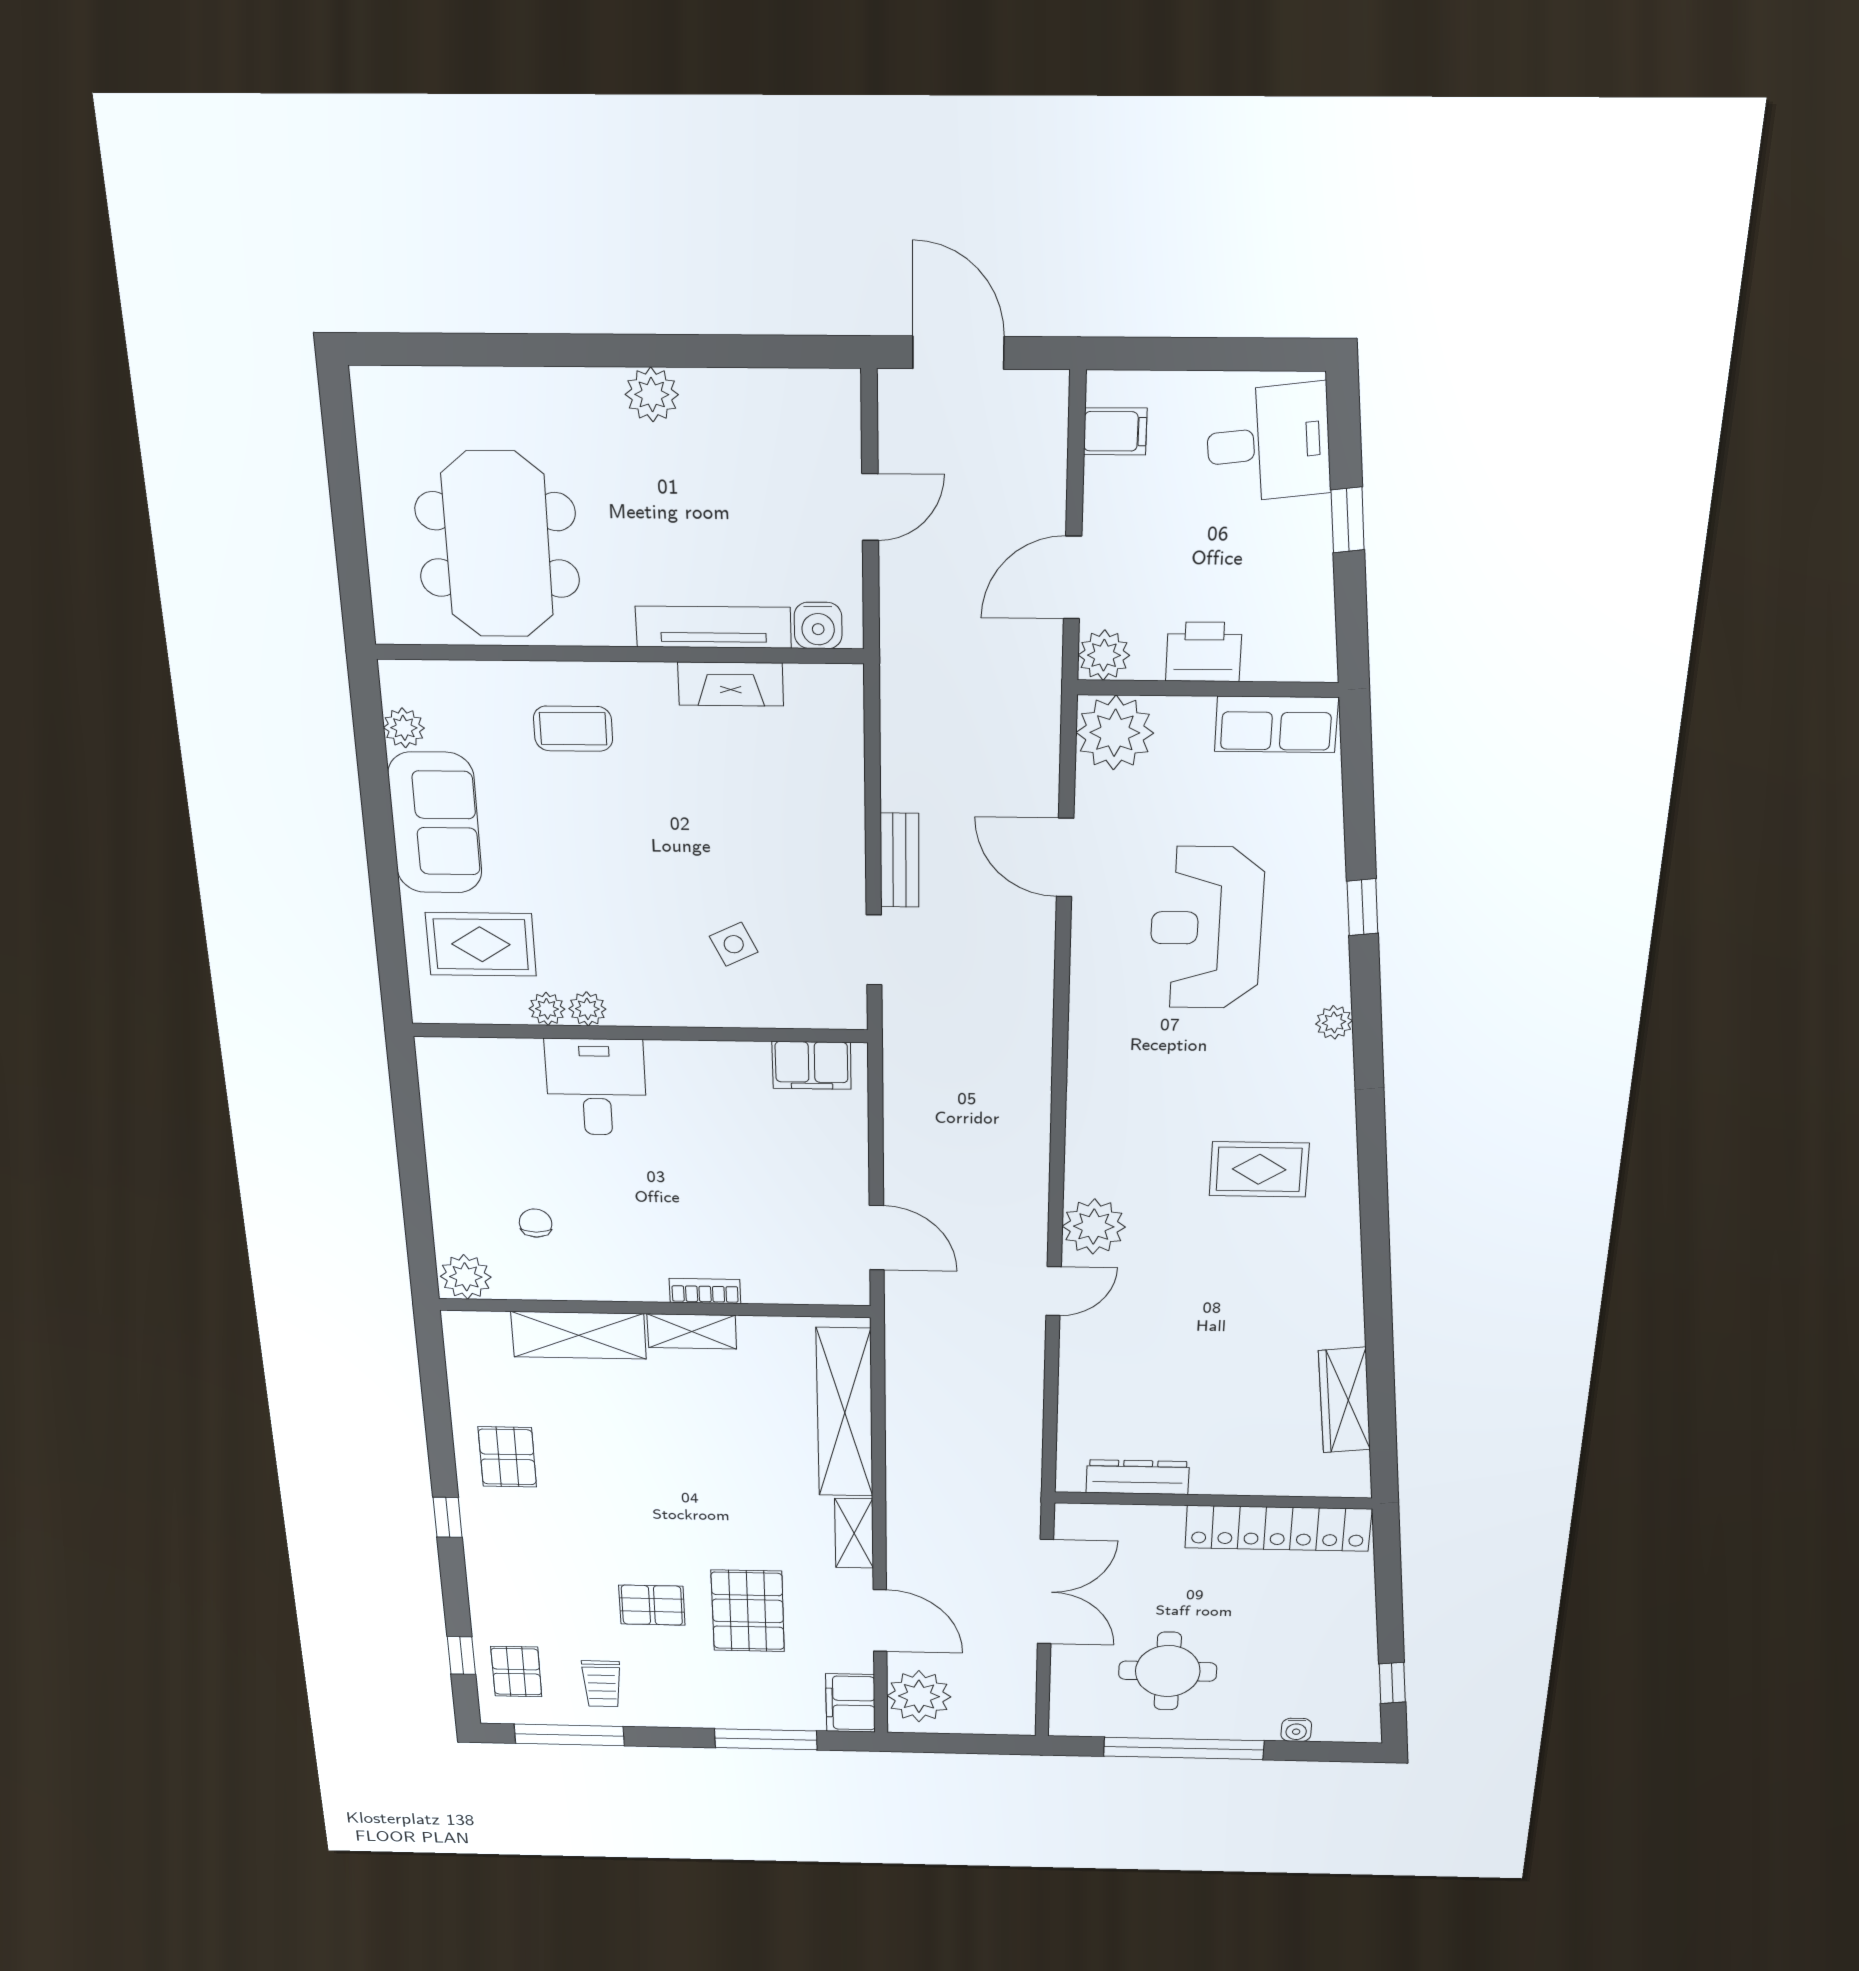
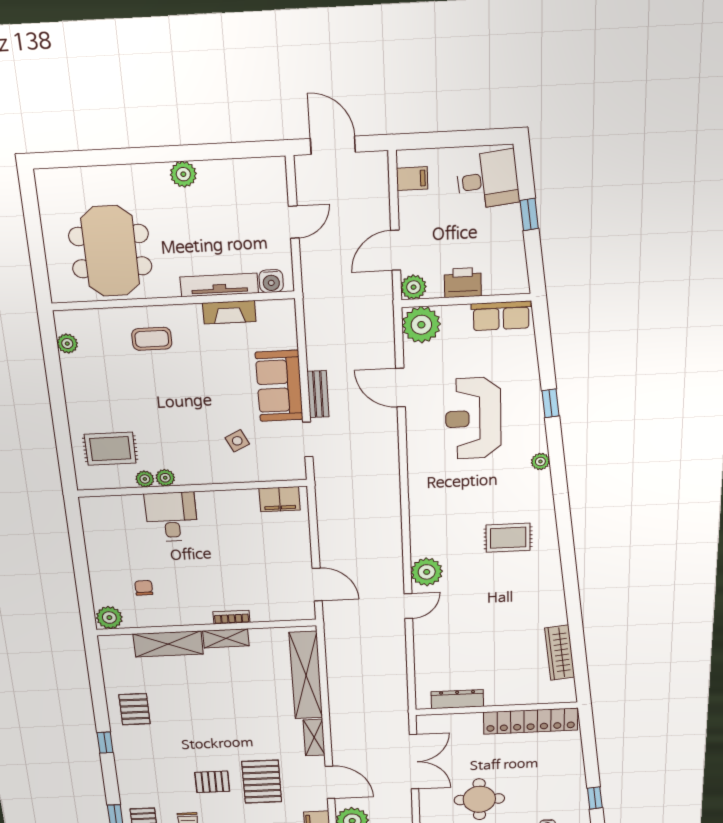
sofa: (435, 823) -> (279, 386), moved, turned 180

